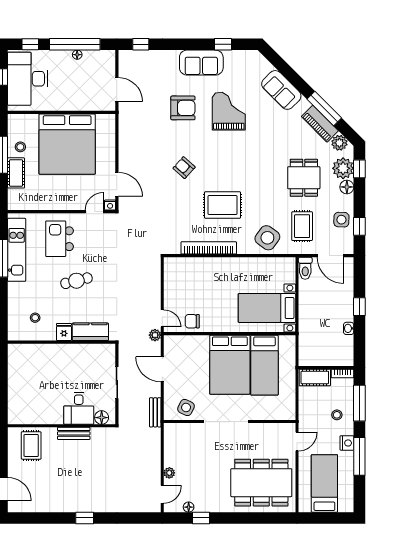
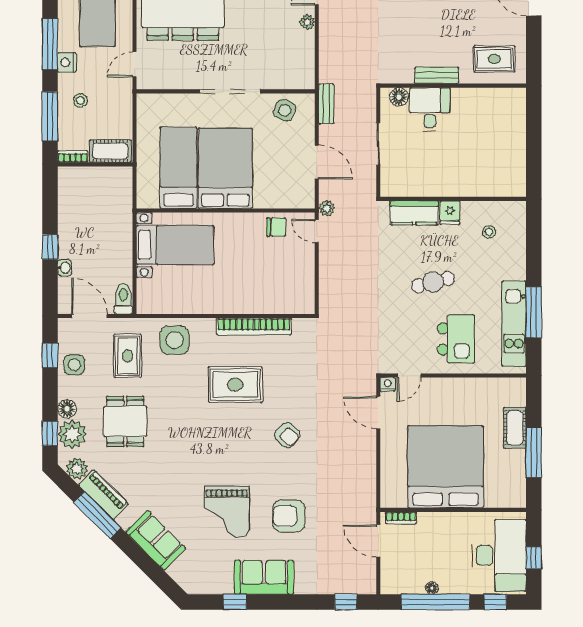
bookcase: (100, 106) -> (401, 518), added
stool: (20, 147) -> (509, 463), removed
side table: (267, 238) -> (174, 340), turned -36
washbasin: (349, 328) -> (64, 268), moved
rug: (31, 445) -> (494, 59), turned 90

